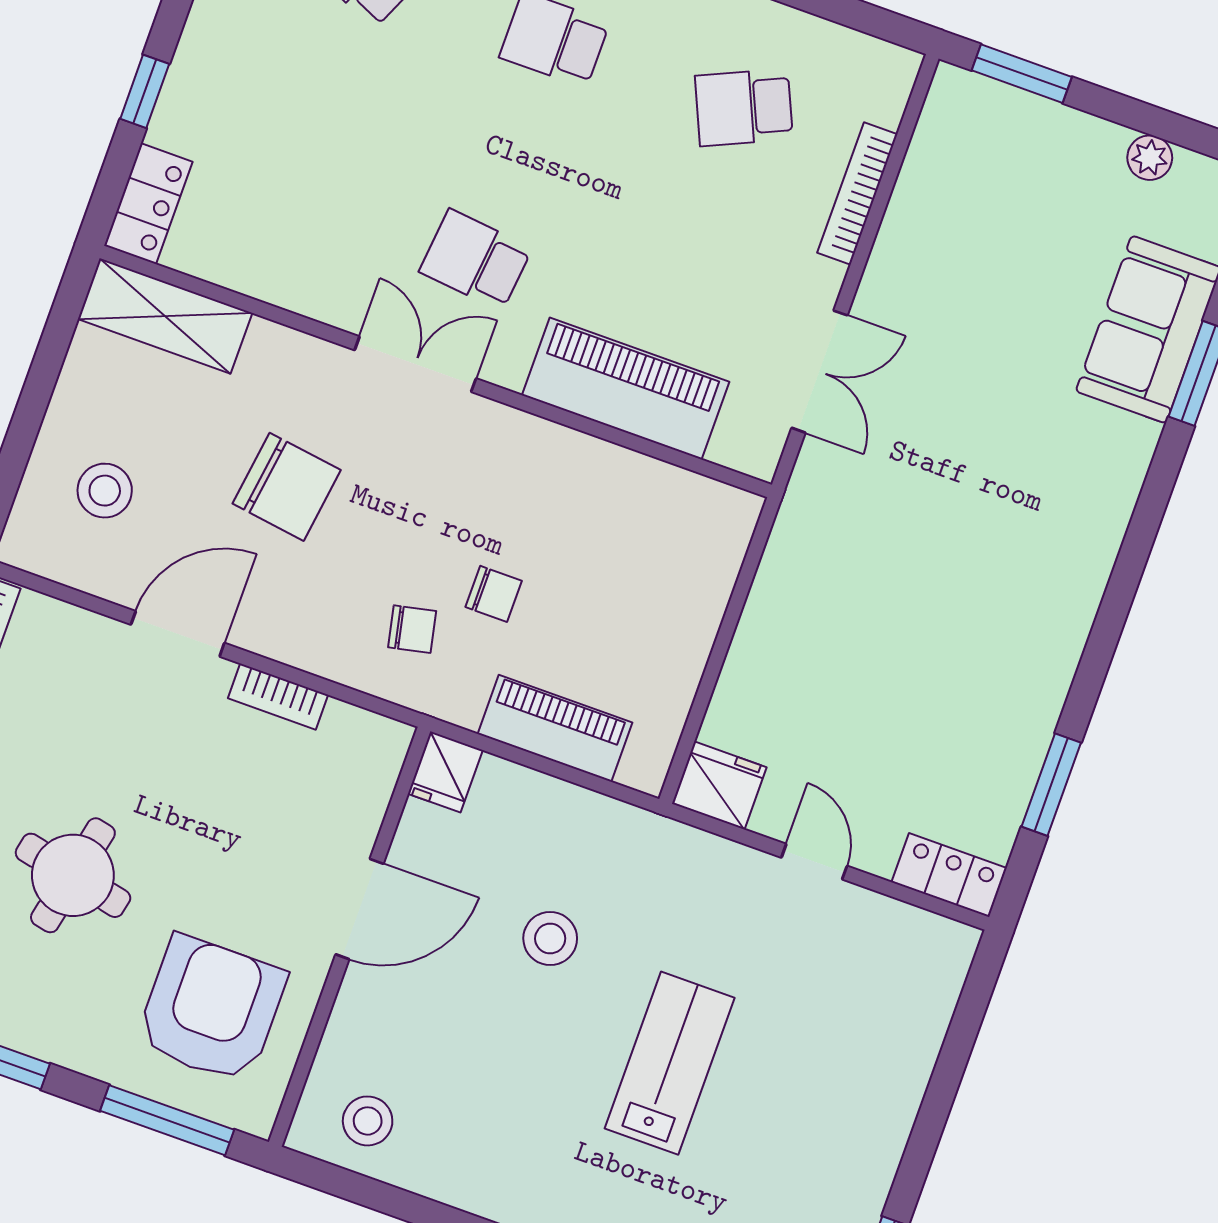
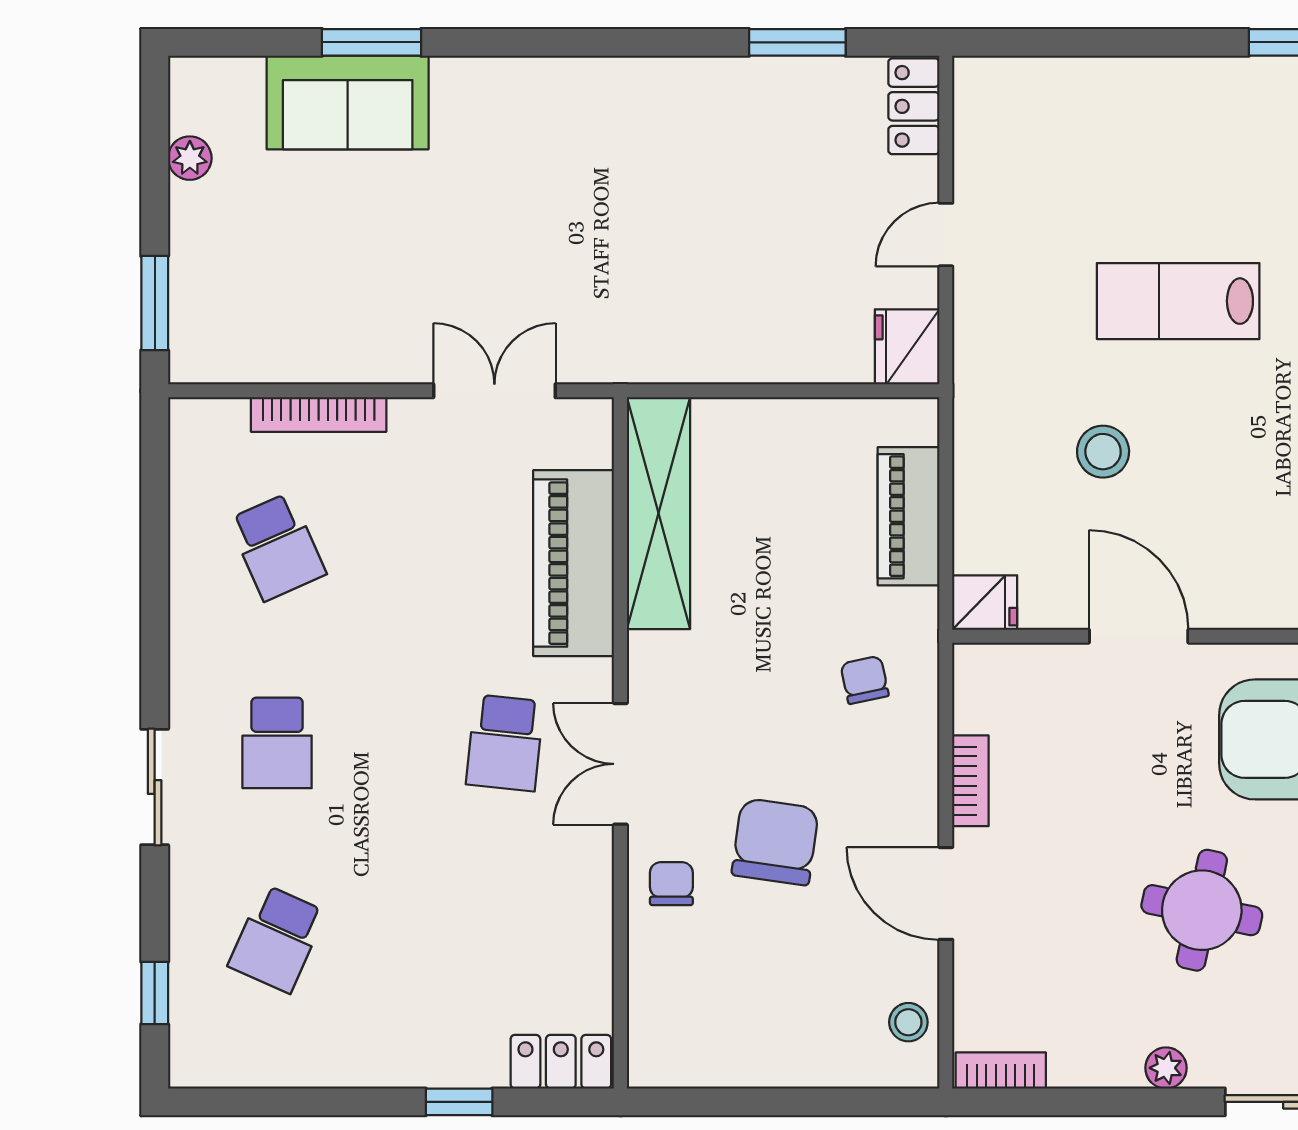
shelving: (165, 316) -> (658, 513), moved, width x1.47
stool: (105, 491) -> (908, 1022), moved, width x0.73, depth x0.73
chair: (494, 594) -> (671, 884), moved

